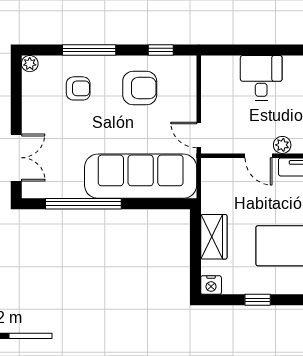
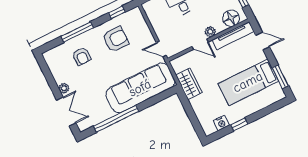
plant: (30, 64) -> (64, 88), moved
armchair: (78, 88) -> (82, 56), turned 90
wardrobe: (214, 237) -> (189, 84), moved
nightstand: (211, 285) -> (221, 123), moved

